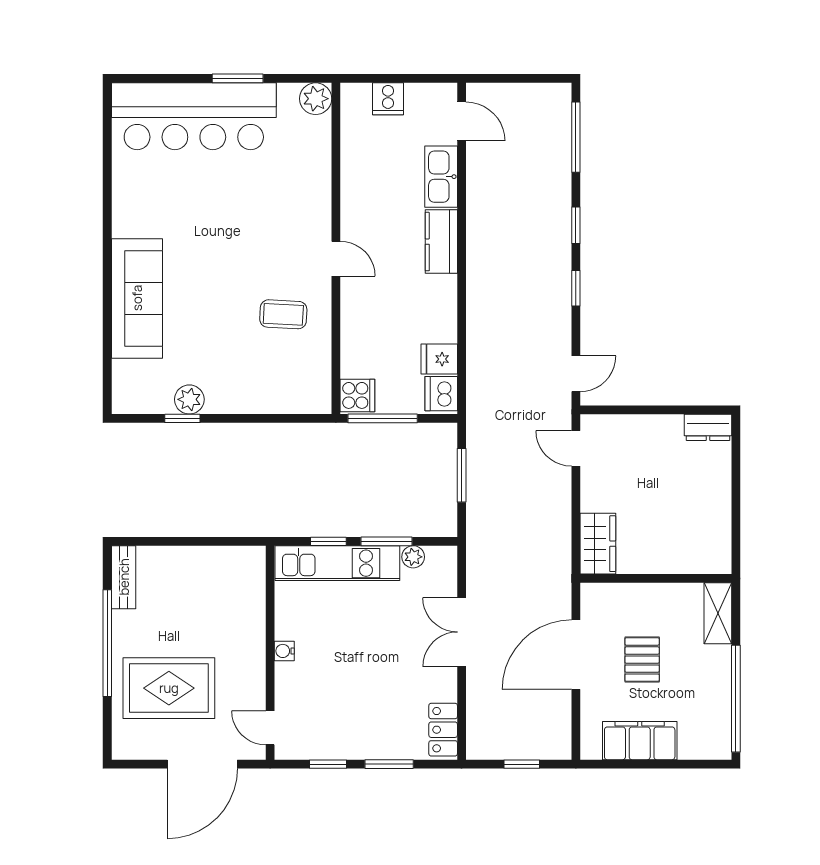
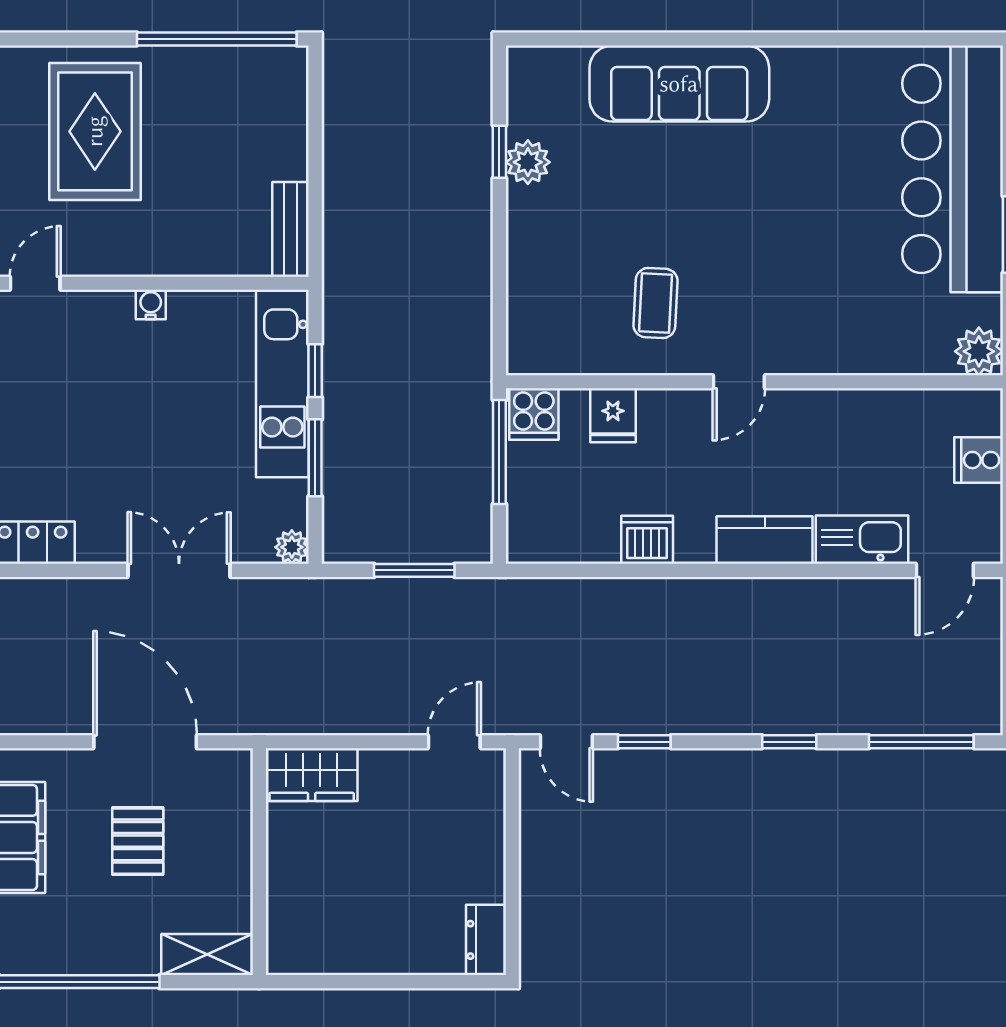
window: (576, 288) -> (644, 742), moved
fridge: (439, 359) -> (613, 415), moved, turned 180
dishwasher: (441, 394) -> (647, 540), moved
plant: (413, 557) -> (292, 547), moved
bench: (124, 577) -> (291, 229), moved, turned 90
window: (107, 643) -> (217, 39), moved
pallet: (642, 660) -> (138, 841), turned 90

